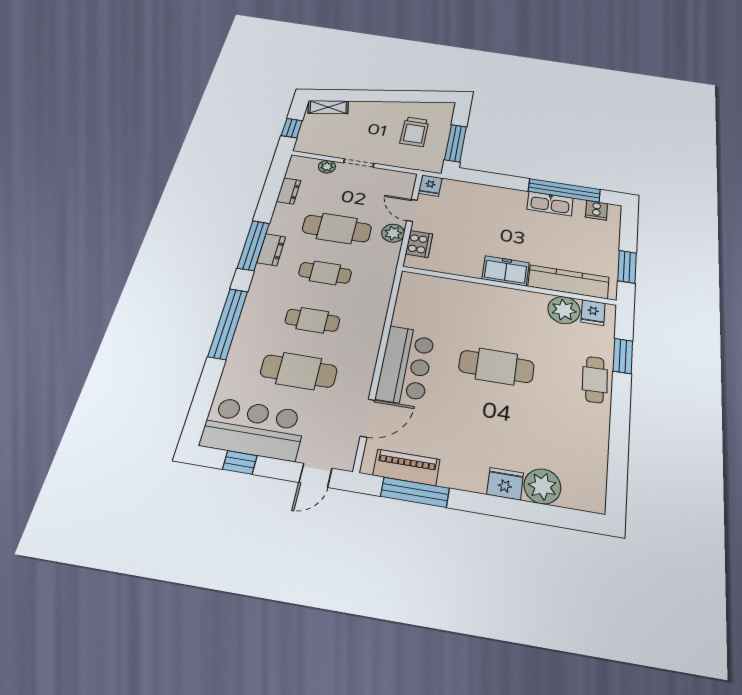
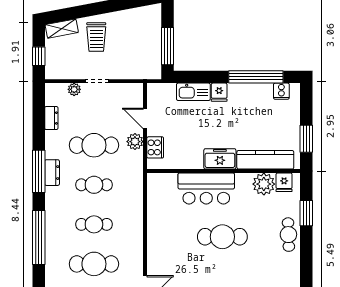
trolley: (414, 132) -> (96, 37), moved
fridge: (430, 186) -> (219, 92), moved
kitchen sink: (550, 204) -> (193, 92), moved
bar counter: (406, 365) -> (206, 188), moved, turned 90

